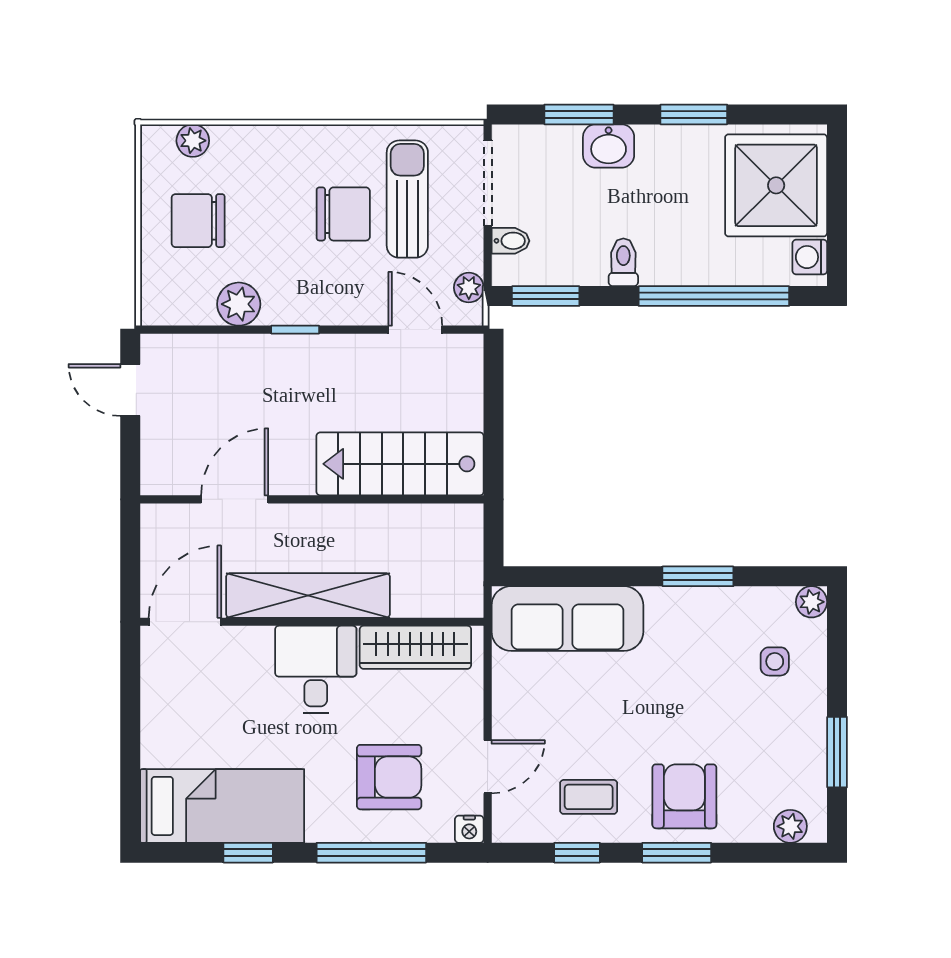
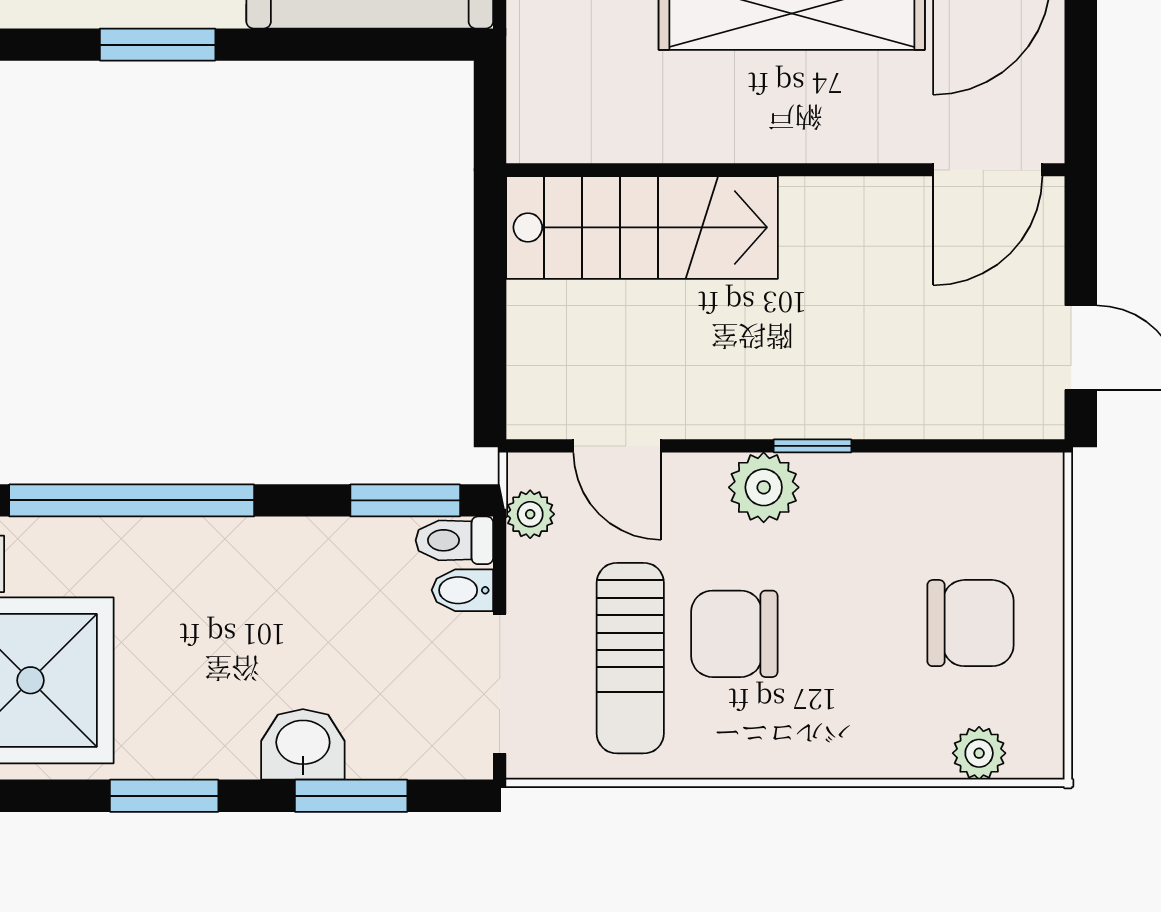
toilet: (623, 262) -> (454, 540), moved, turned 90
plant: (239, 304) -> (764, 487), moved
door: (235, 499) -> (988, 170), moved

